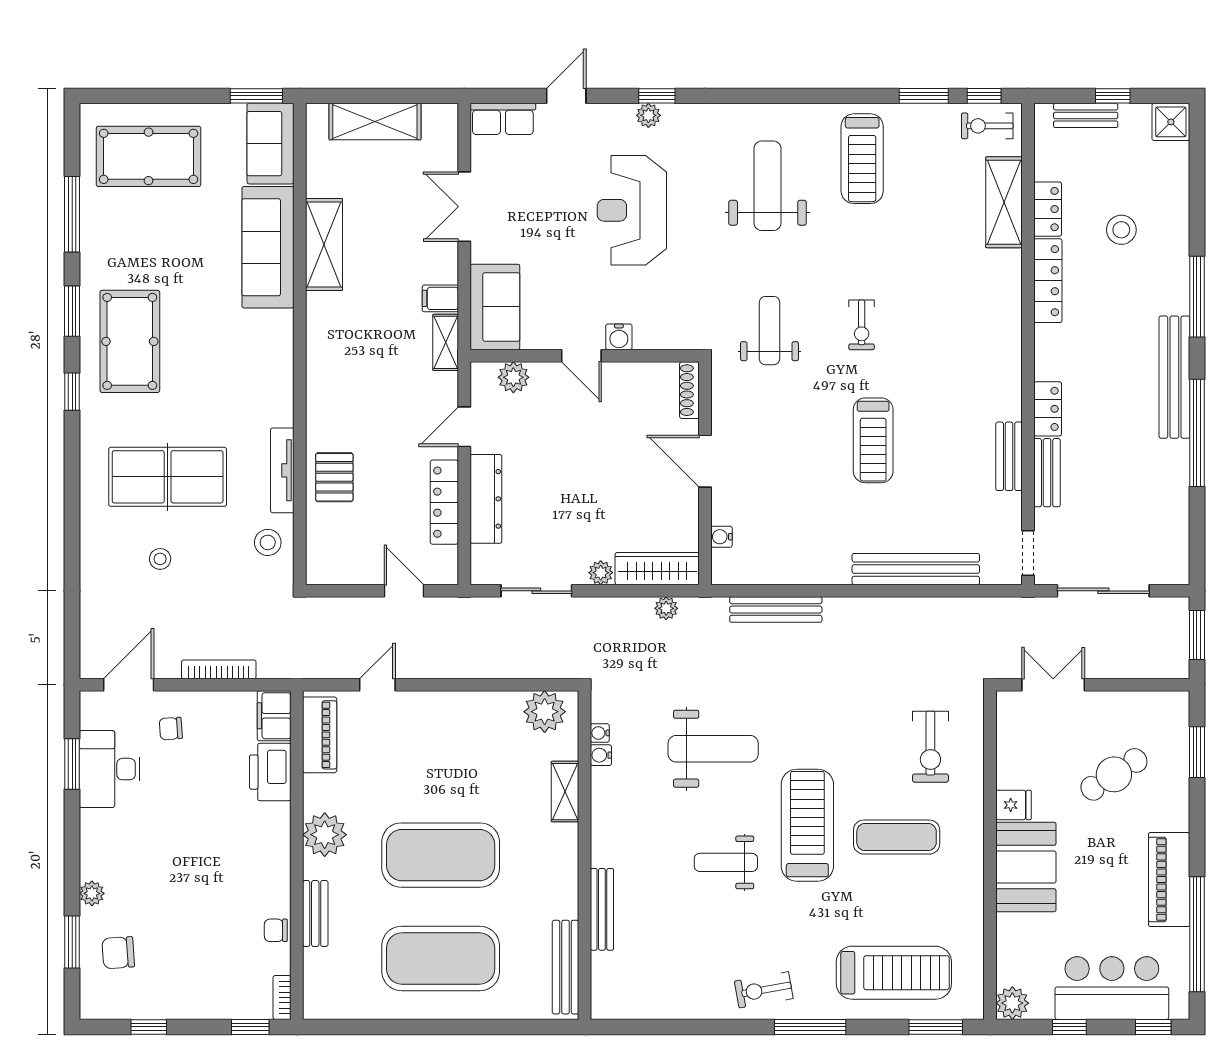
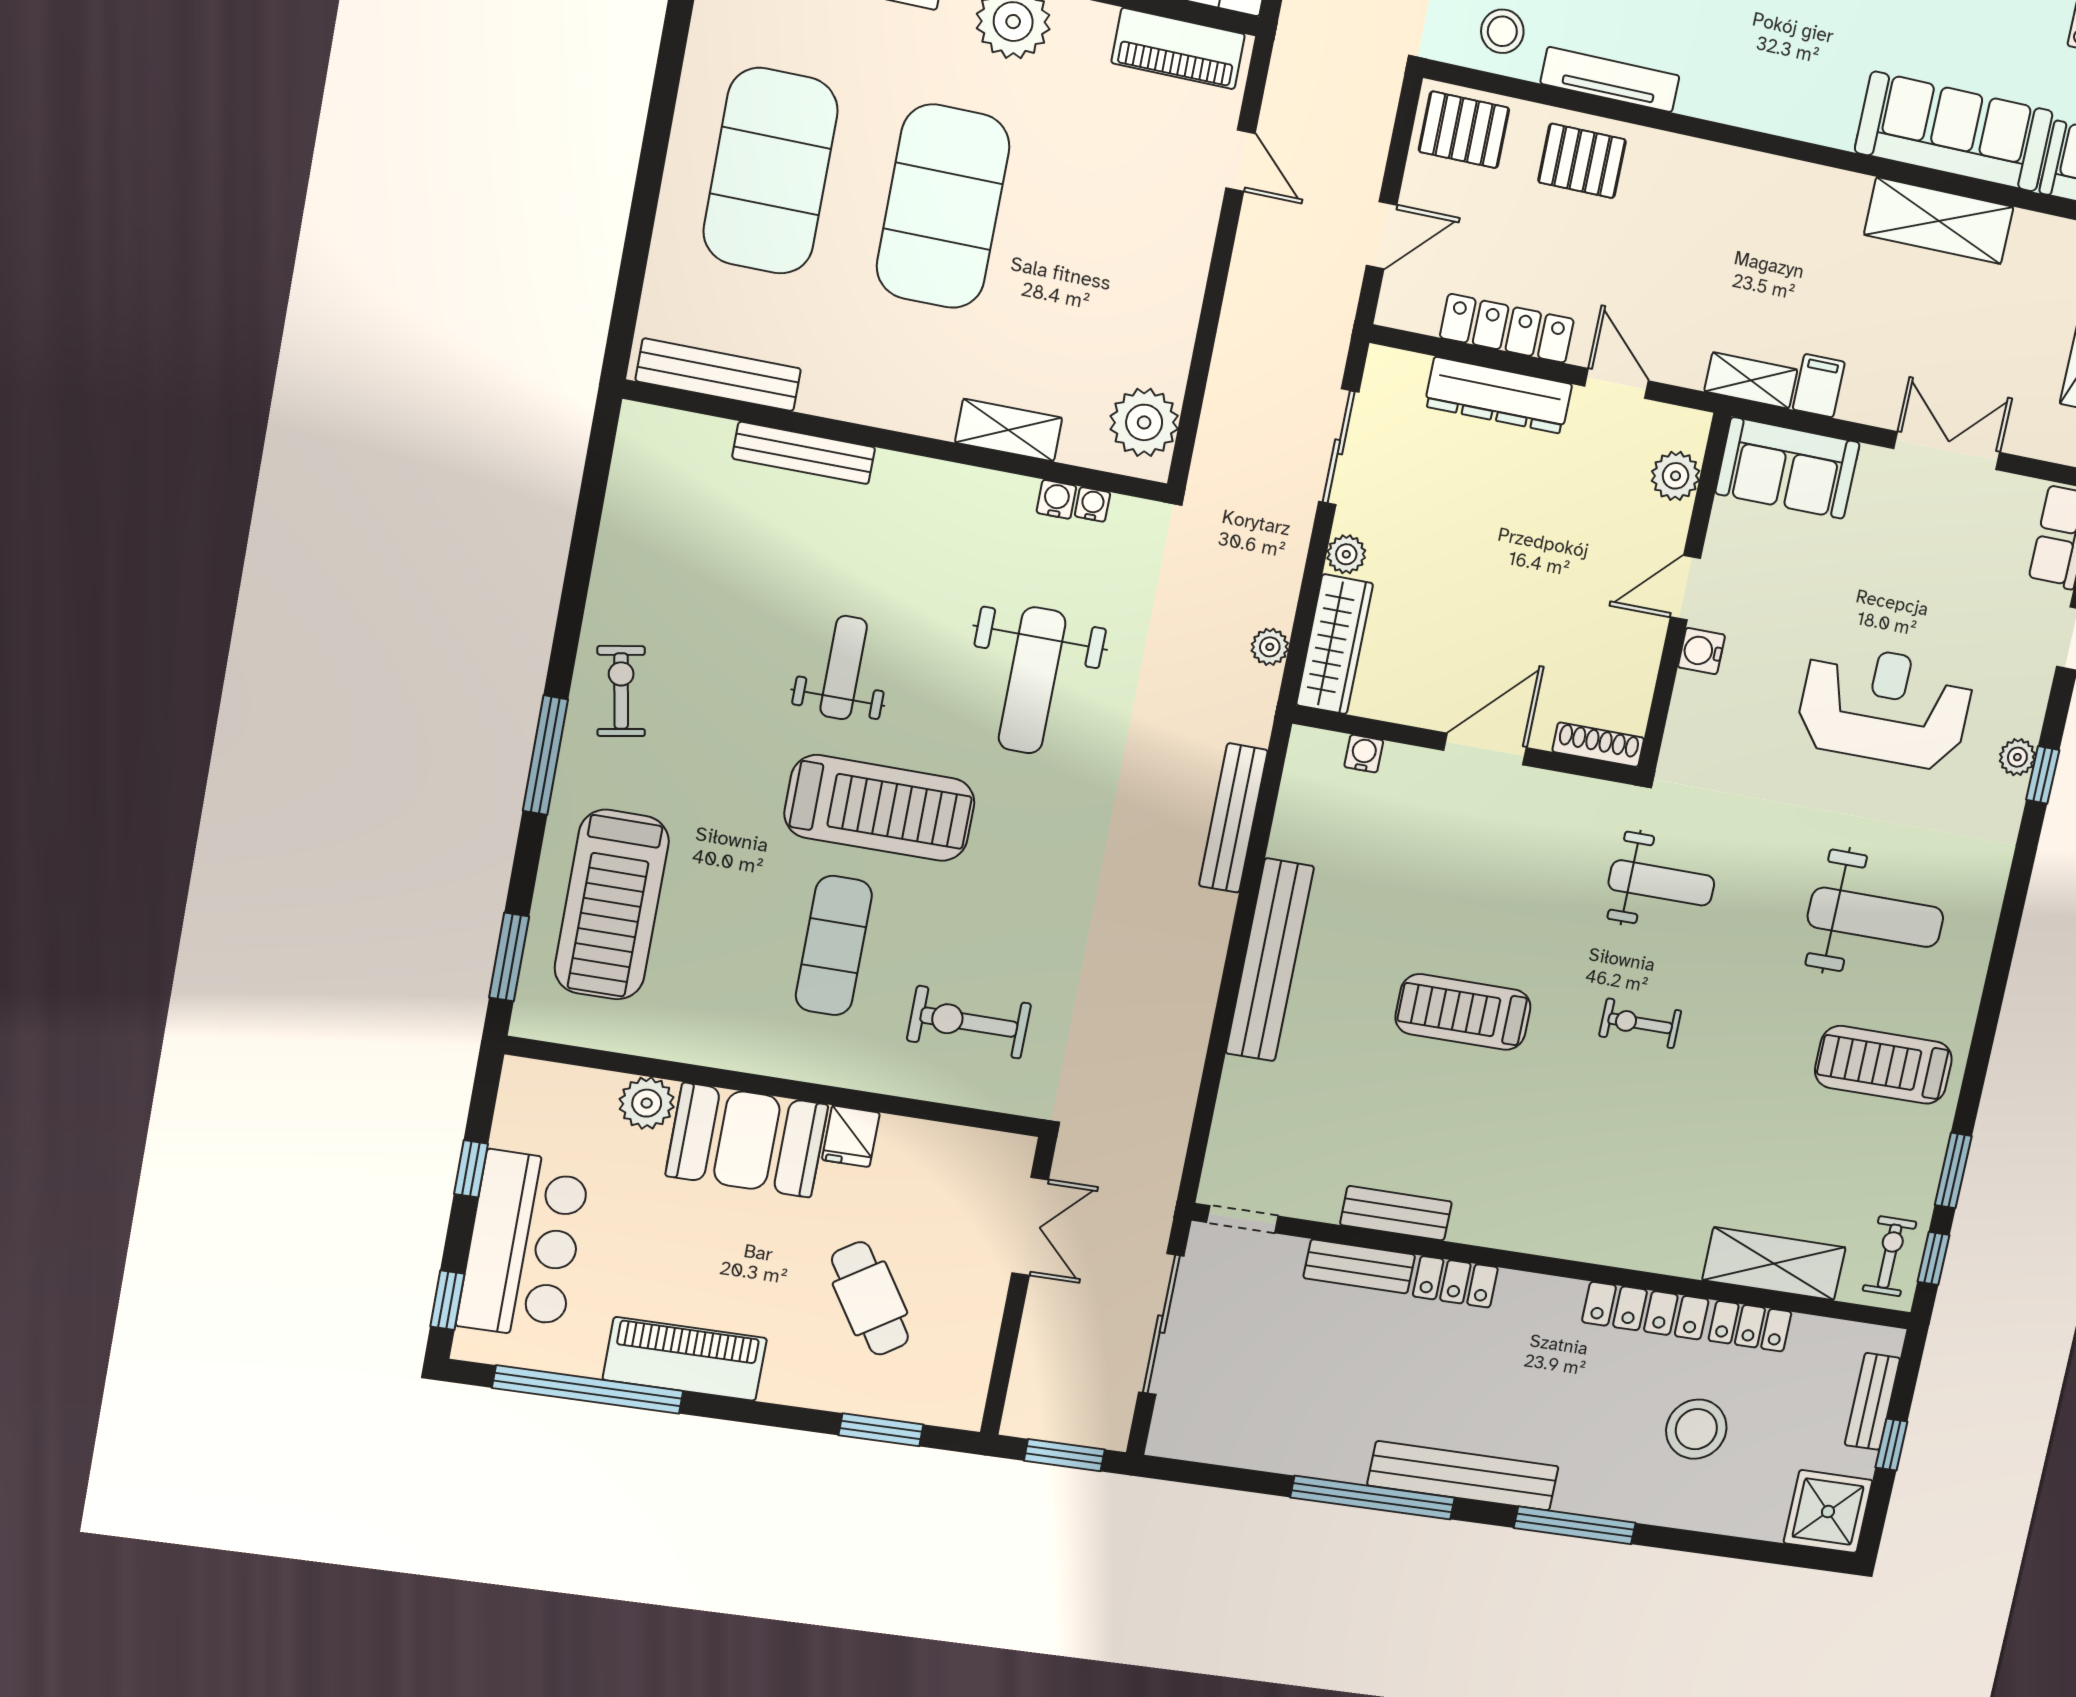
shower: (1171, 122) -> (1828, 1512), width x1.36, depth x1.36
stool: (1121, 230) -> (1696, 1429), width x1.38, depth x1.38
pallet: (331, 554) -> (1464, 130), added
bench: (916, 569) -> (1270, 960), moved
plant: (1012, 1003) -> (647, 1103), moved

